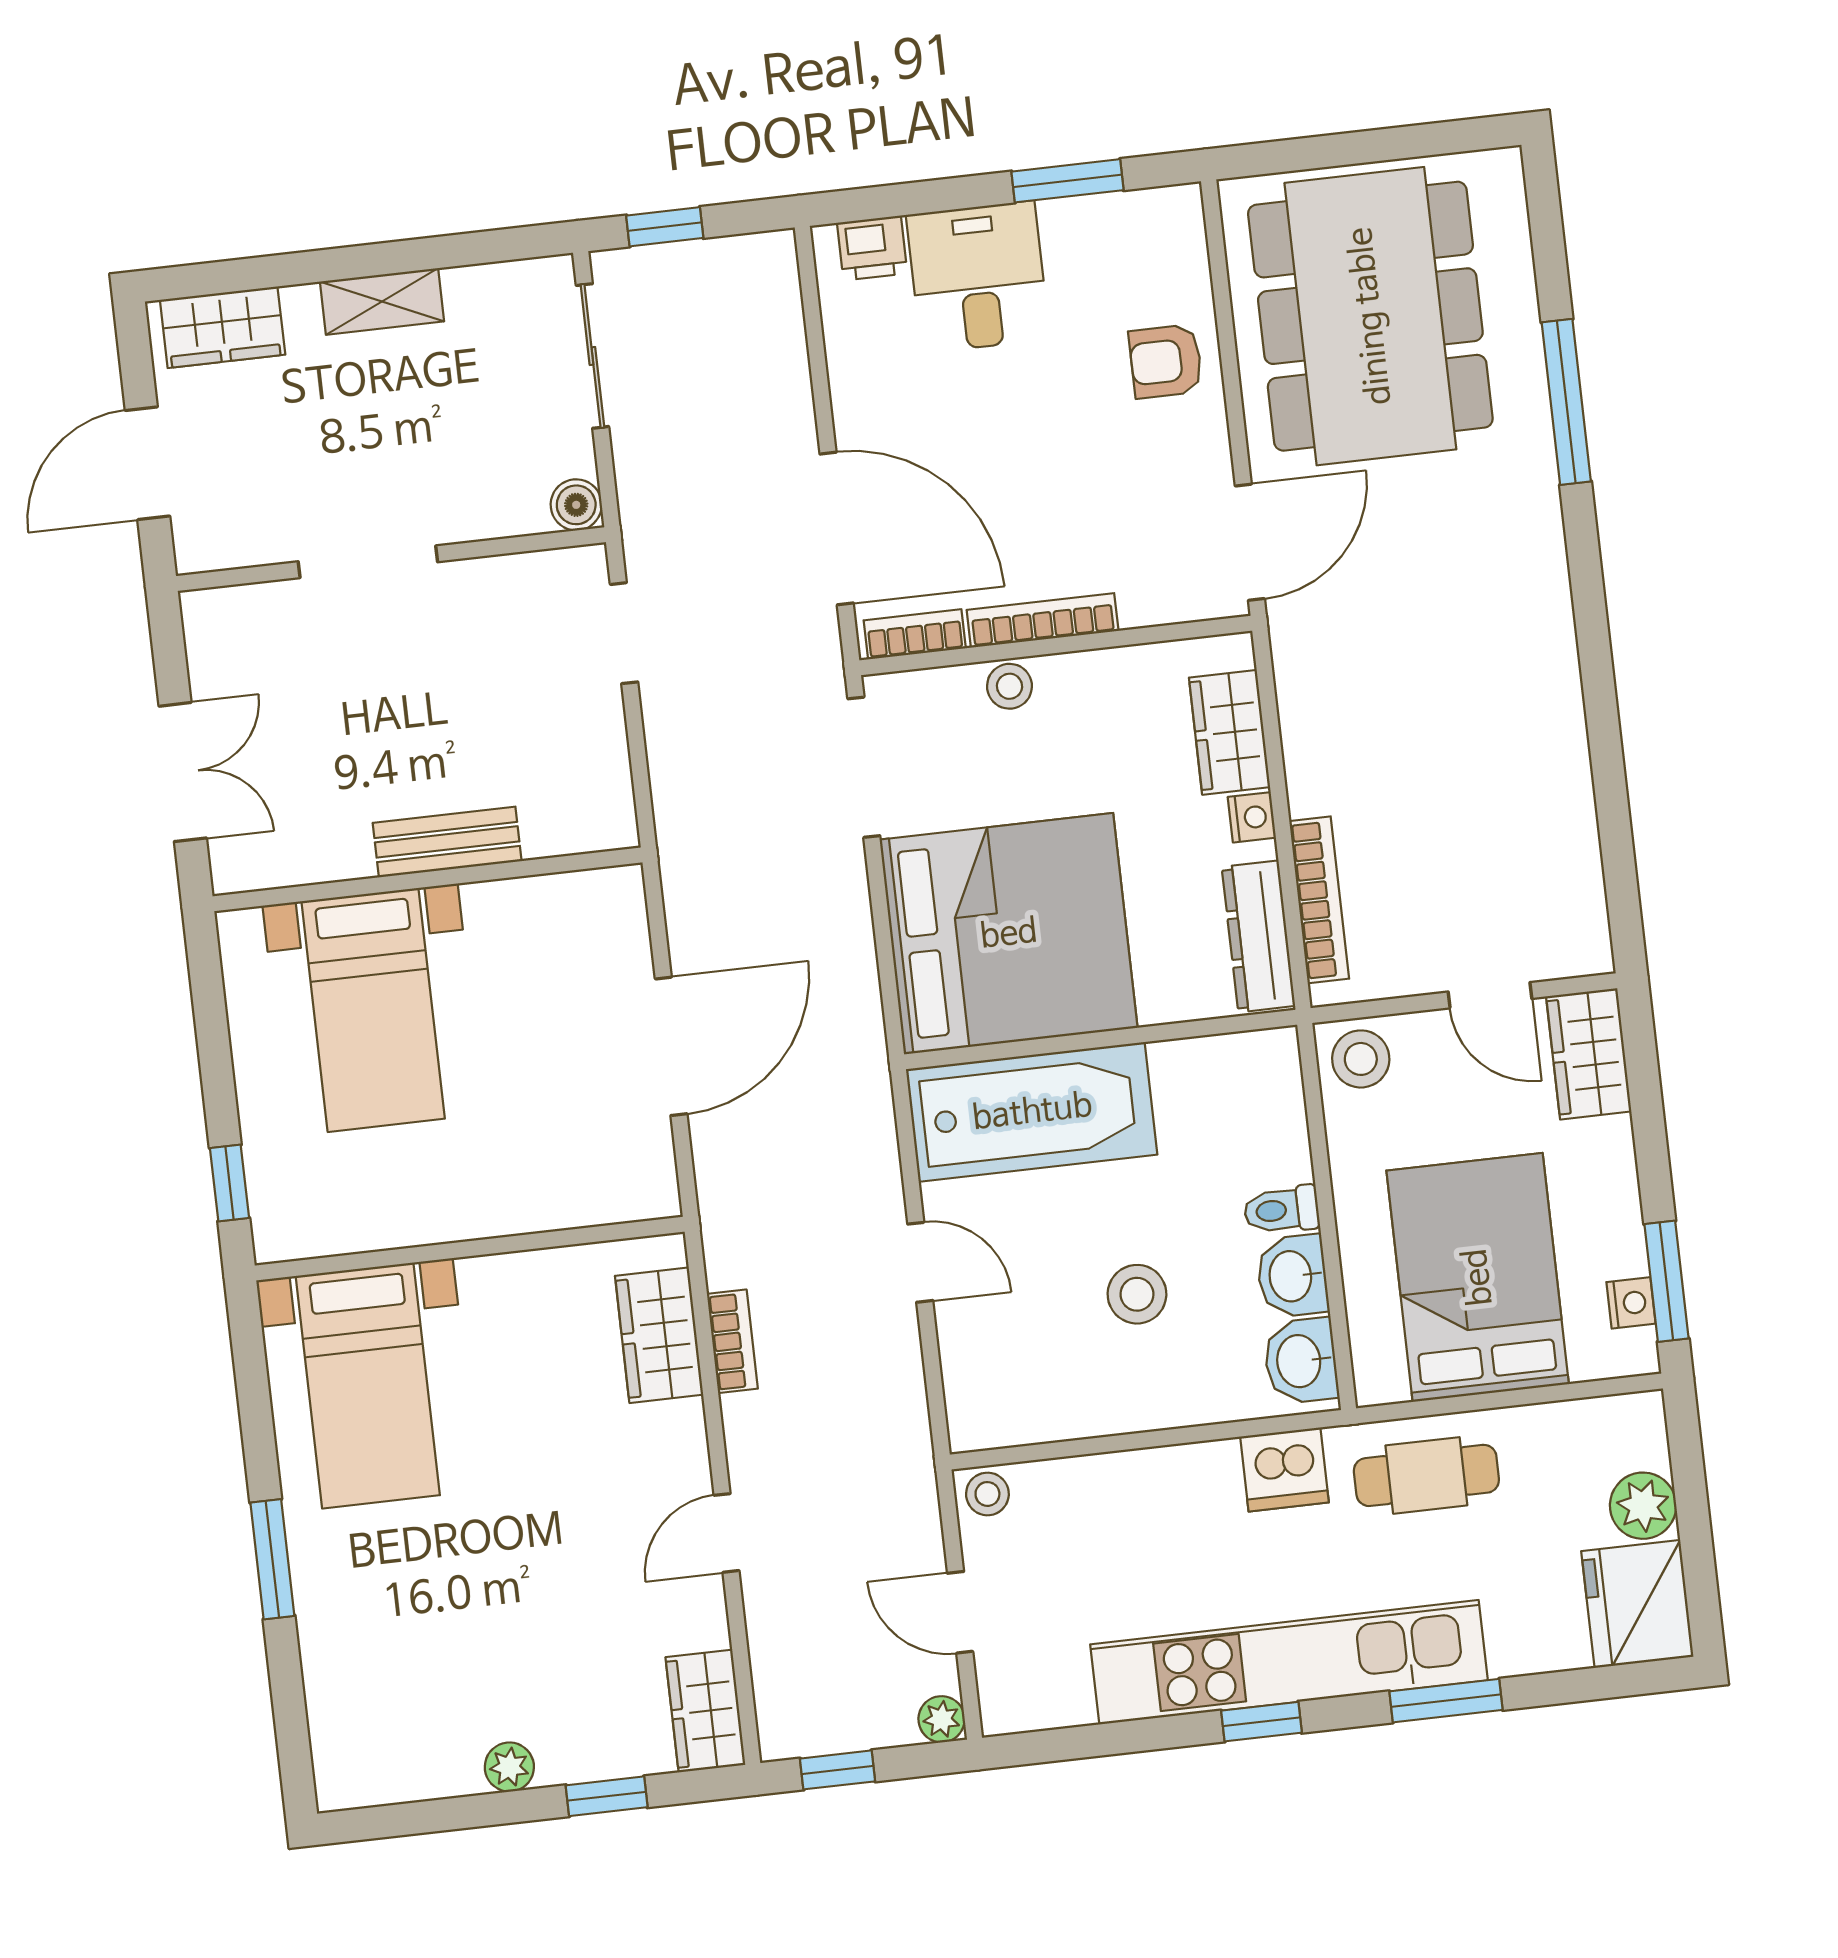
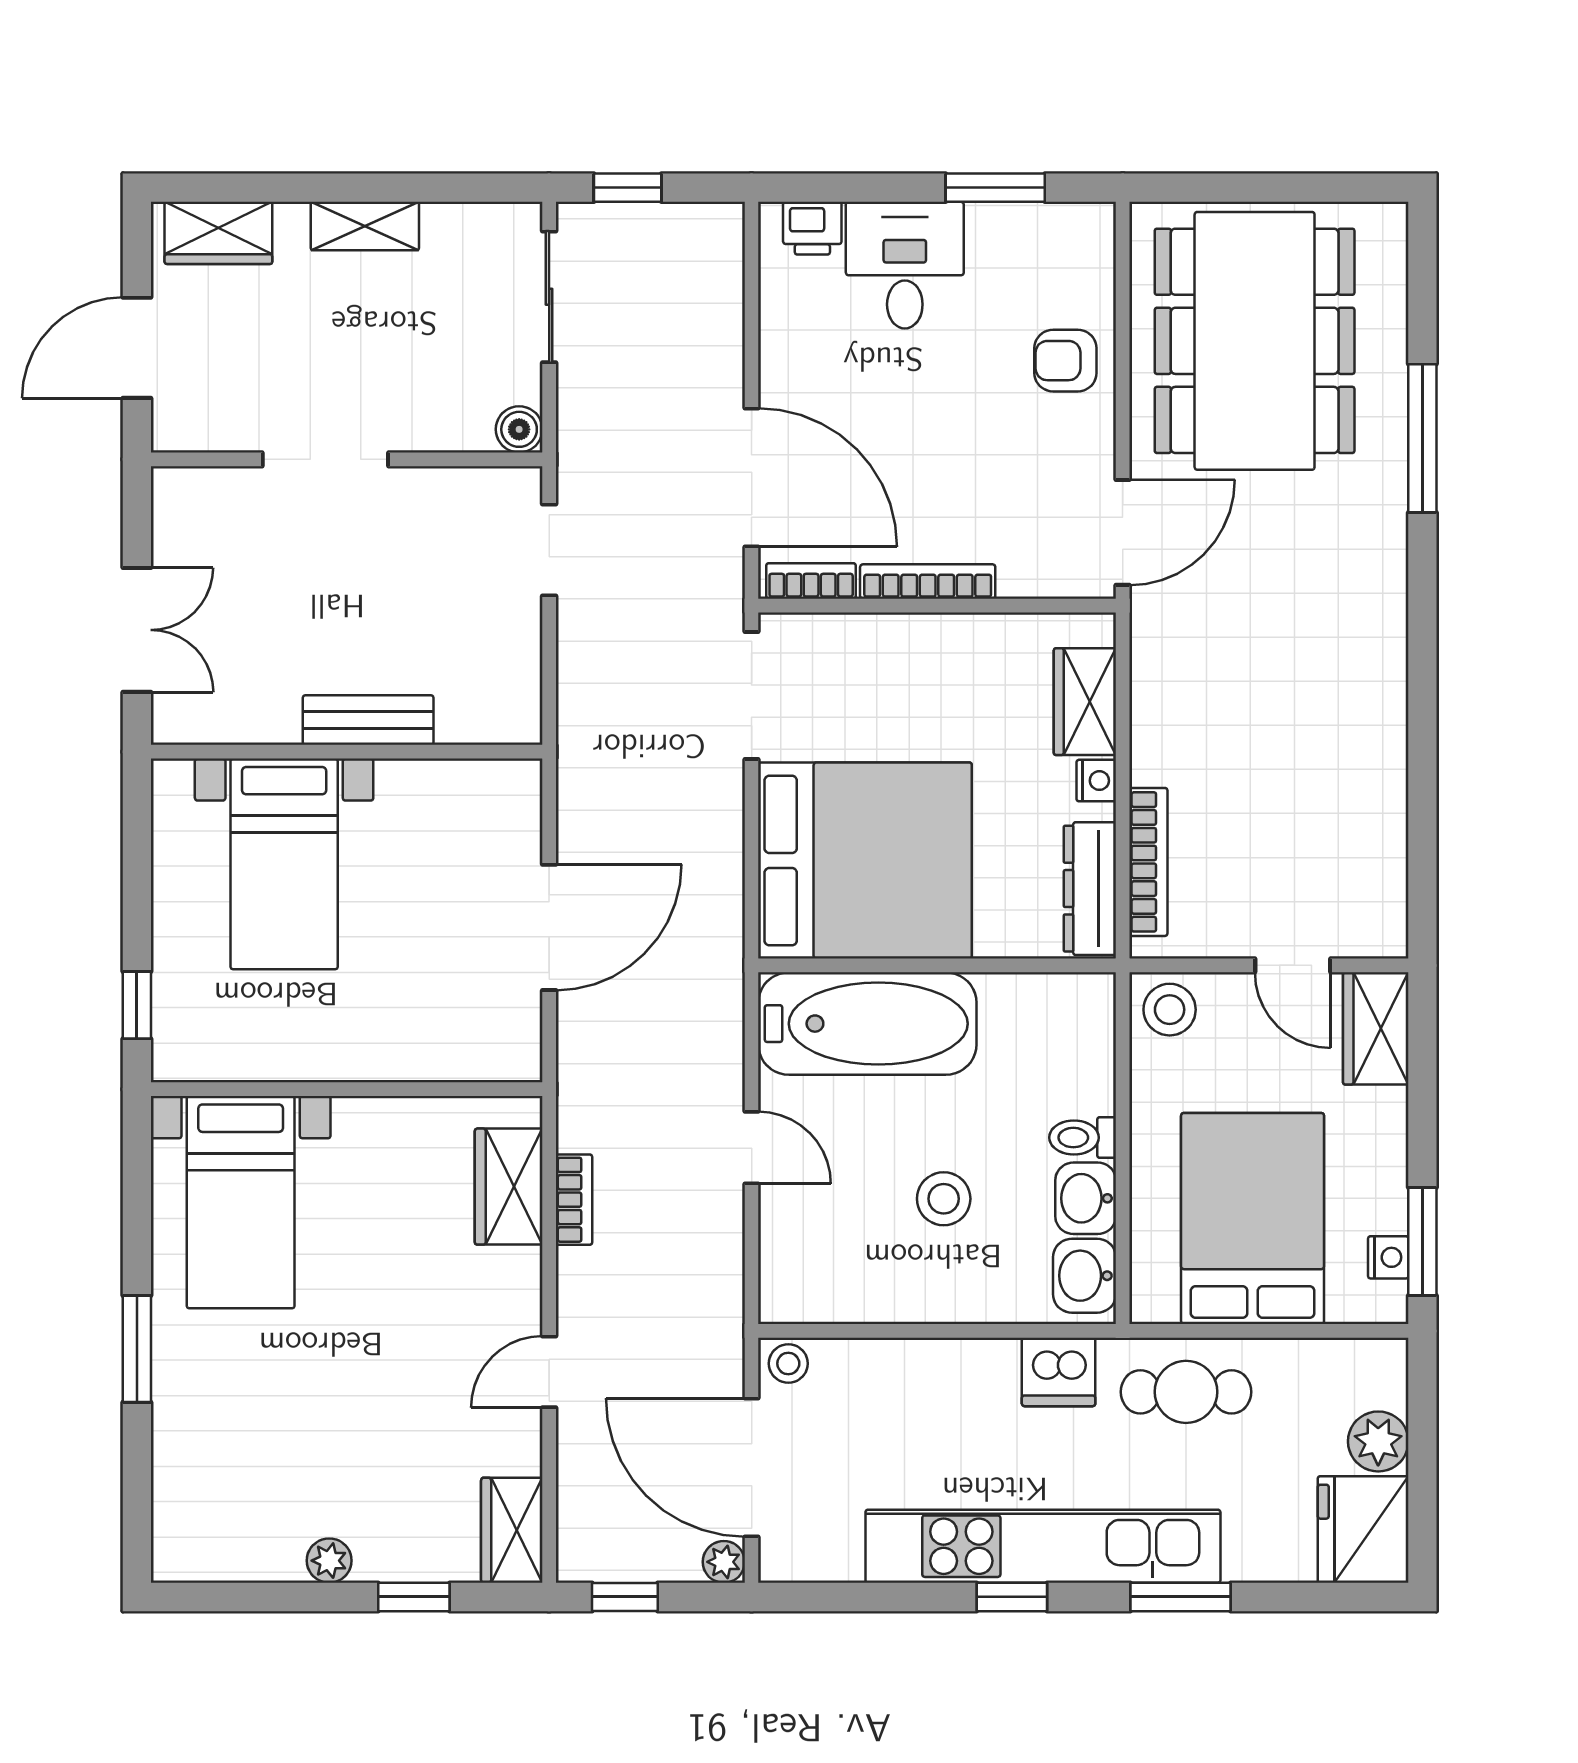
stool: (1009, 686) -> (891, 637), removed
door: (960, 1612) -> (752, 1467), width x1.87

